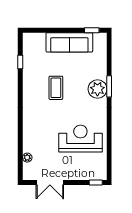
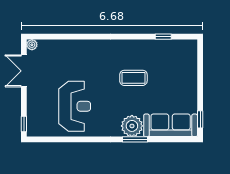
sofa: (69, 42) -> (171, 125), moved, turned 90
plant: (27, 158) -> (32, 45), moved

